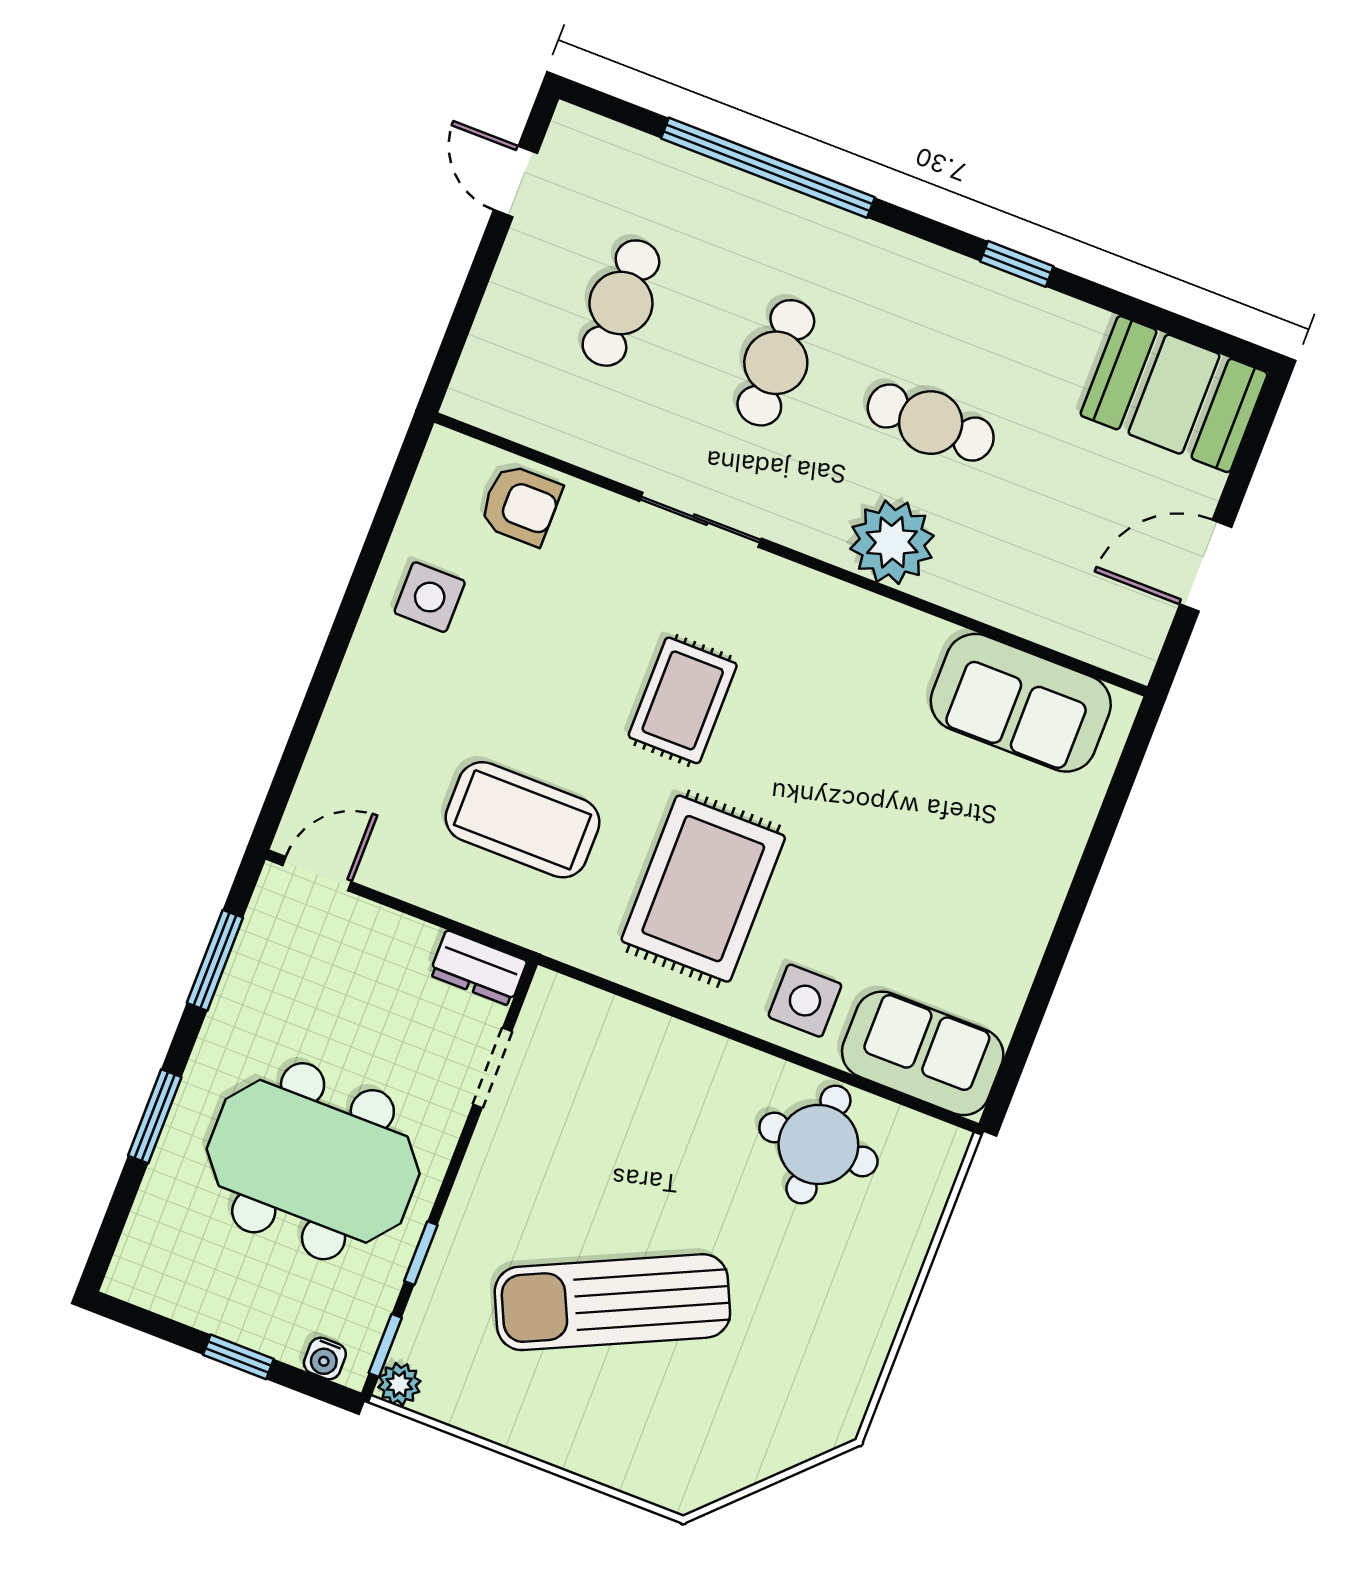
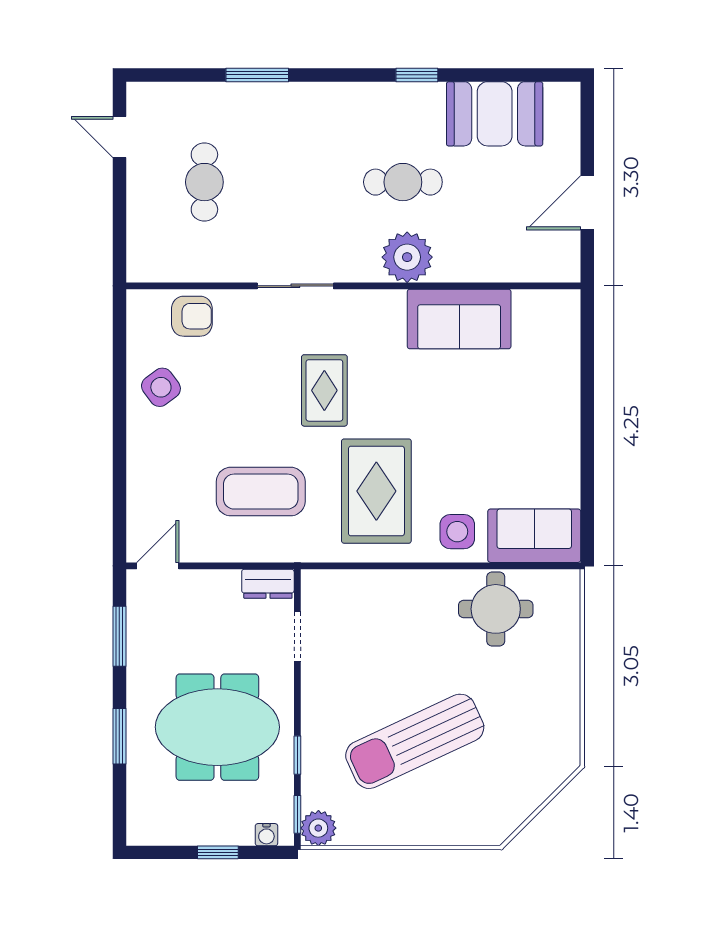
window: (768, 168) -> (257, 75), width x0.47
cafe table: (776, 363) -> (304, 182), removed
booth: (1174, 394) -> (495, 114), moved
side table: (430, 597) -> (161, 387), turned -37
sofa: (1021, 703) -> (459, 319), moved
plant: (399, 1384) -> (318, 828), width x1.38, depth x1.38

